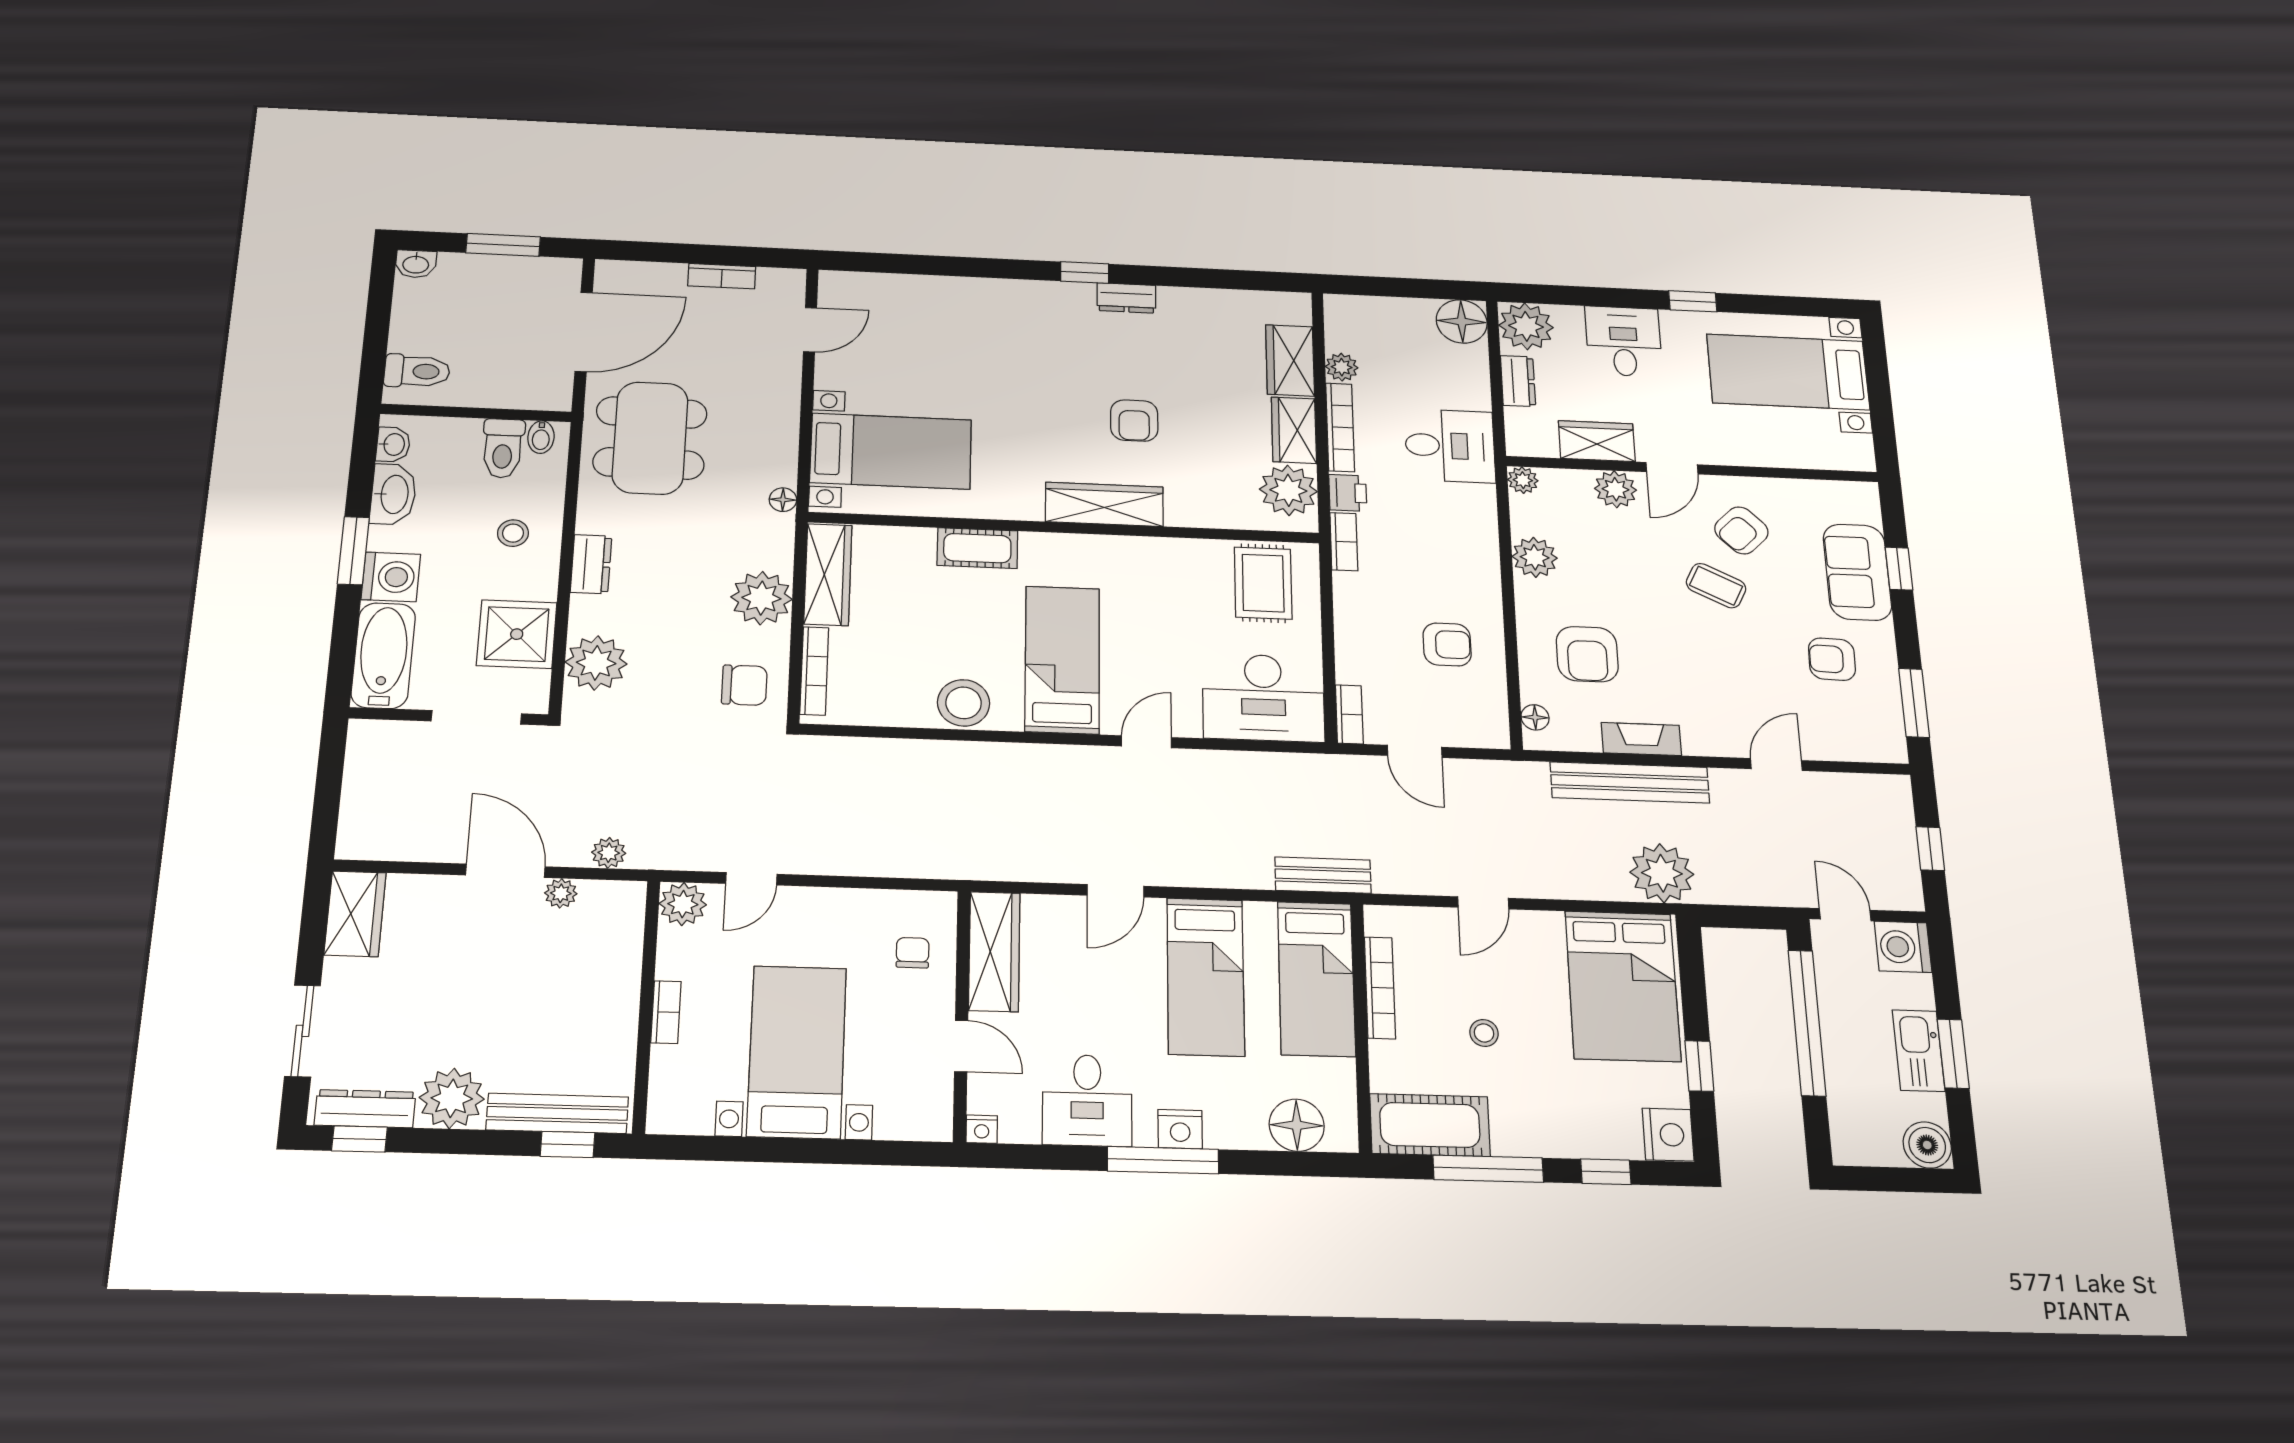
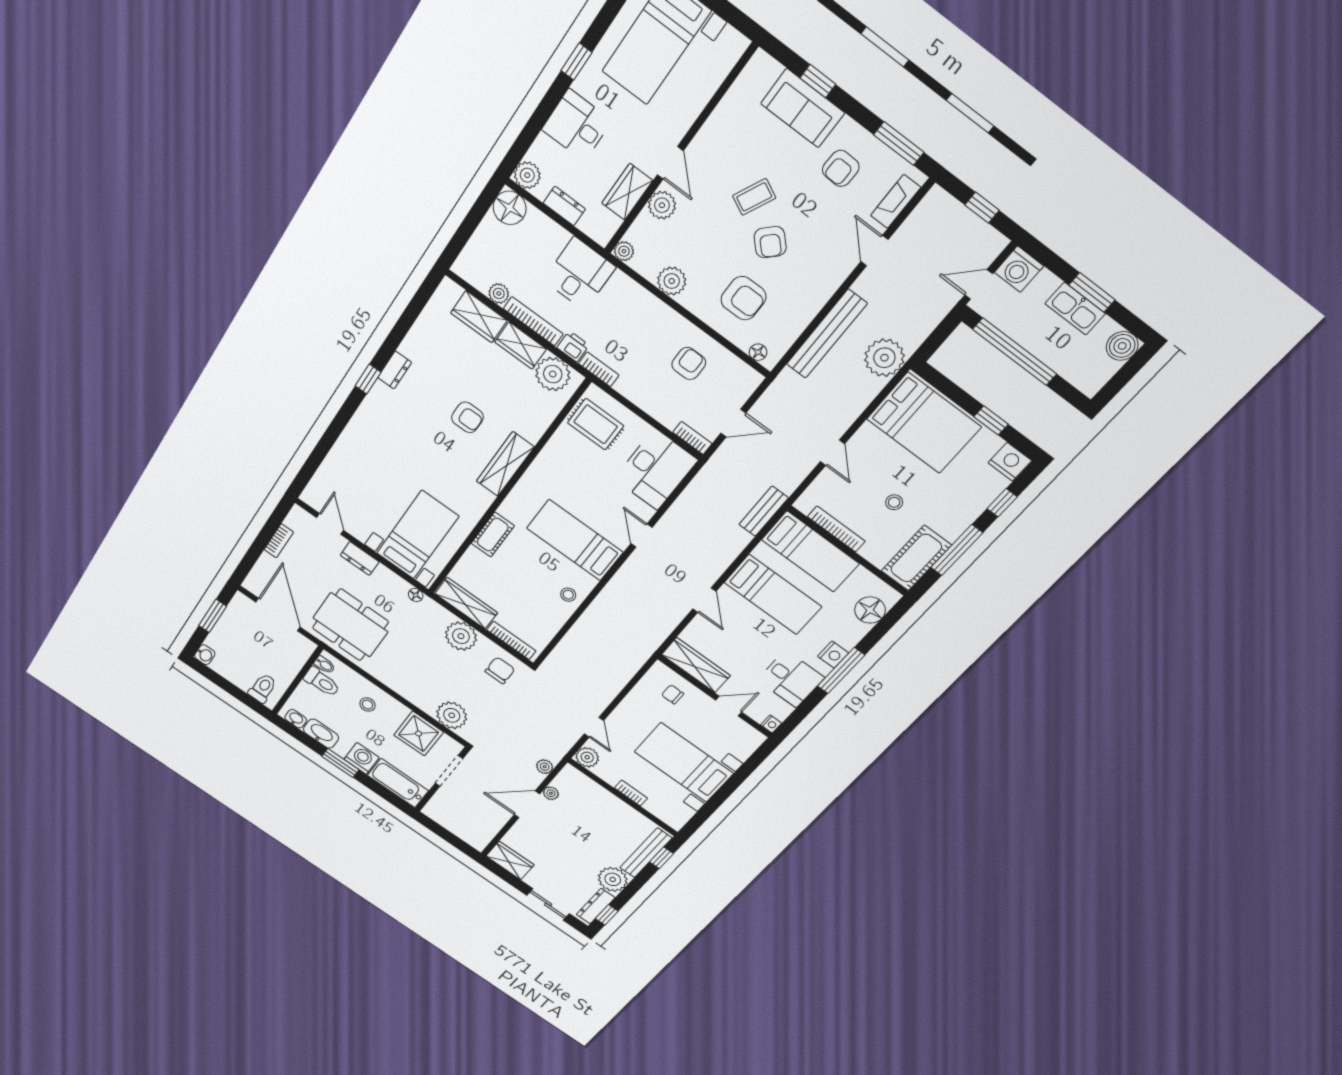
plant: (1526, 326) -> (527, 175), width x0.73, depth x0.73
armchair: (1741, 530) -> (770, 242), moved
dresser: (591, 564) -> (360, 559), moved, turned 180
stool: (964, 703) -> (568, 595), width x0.53, depth x0.53
fireplace: (1641, 739) -> (896, 201), moved

